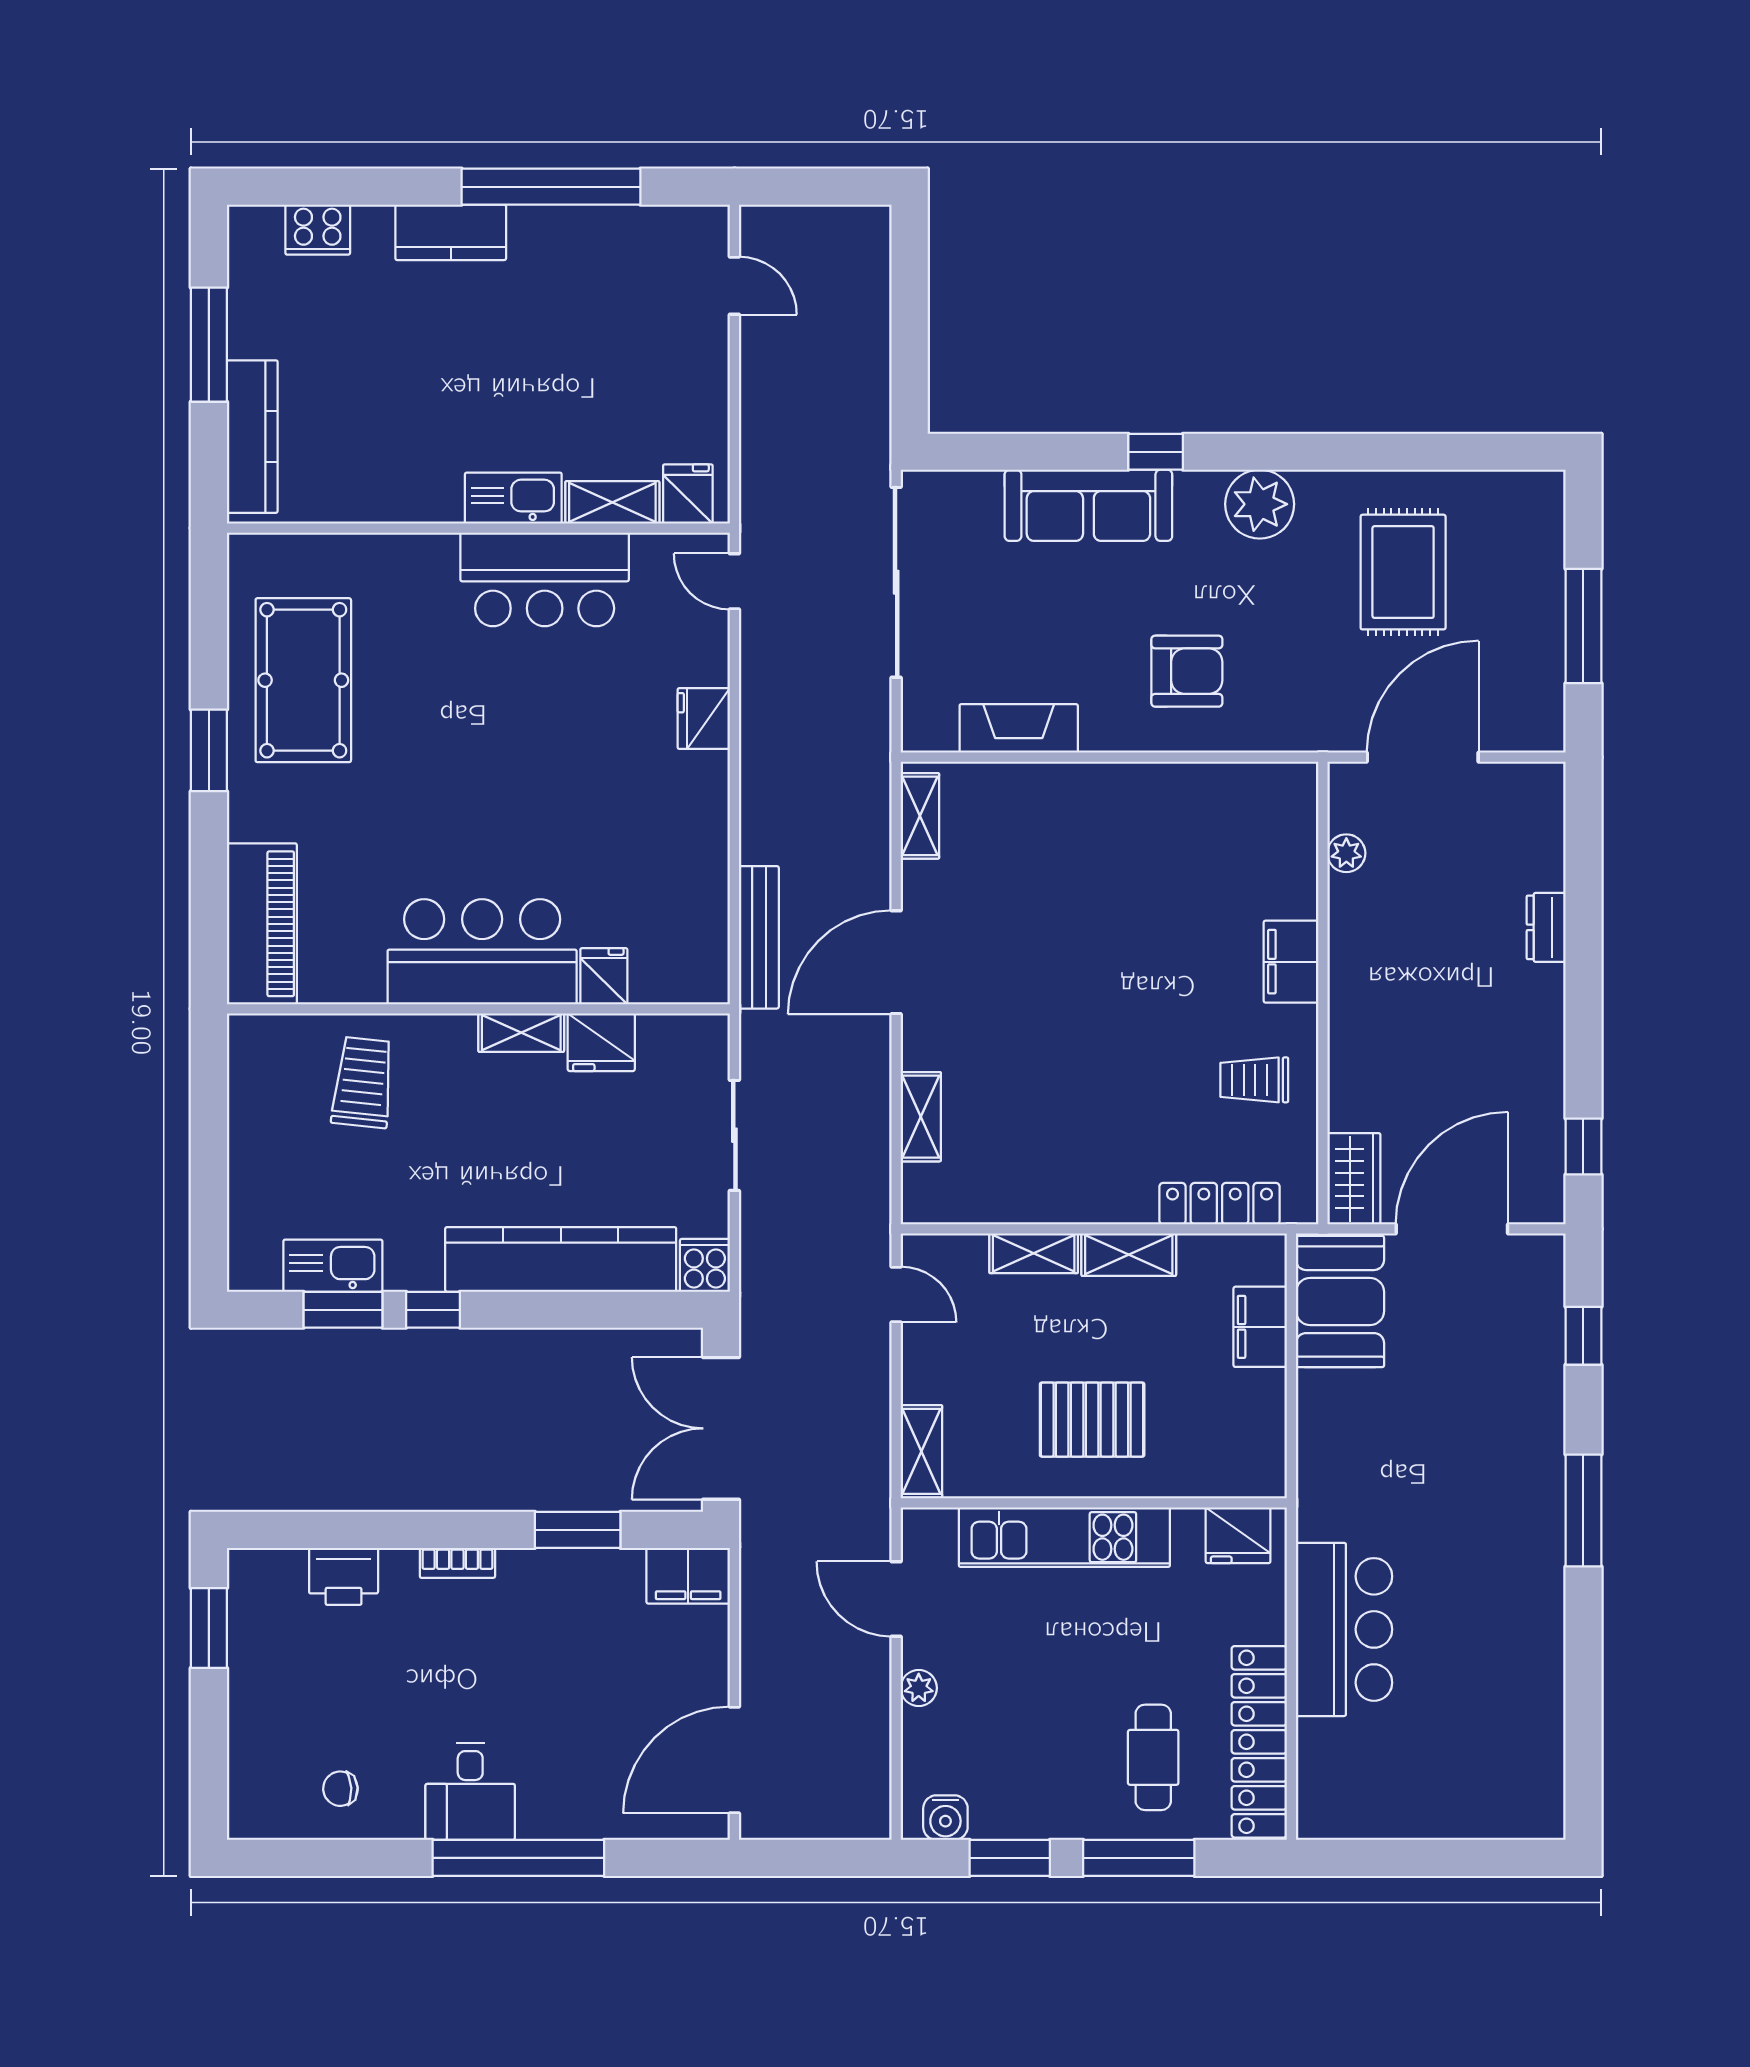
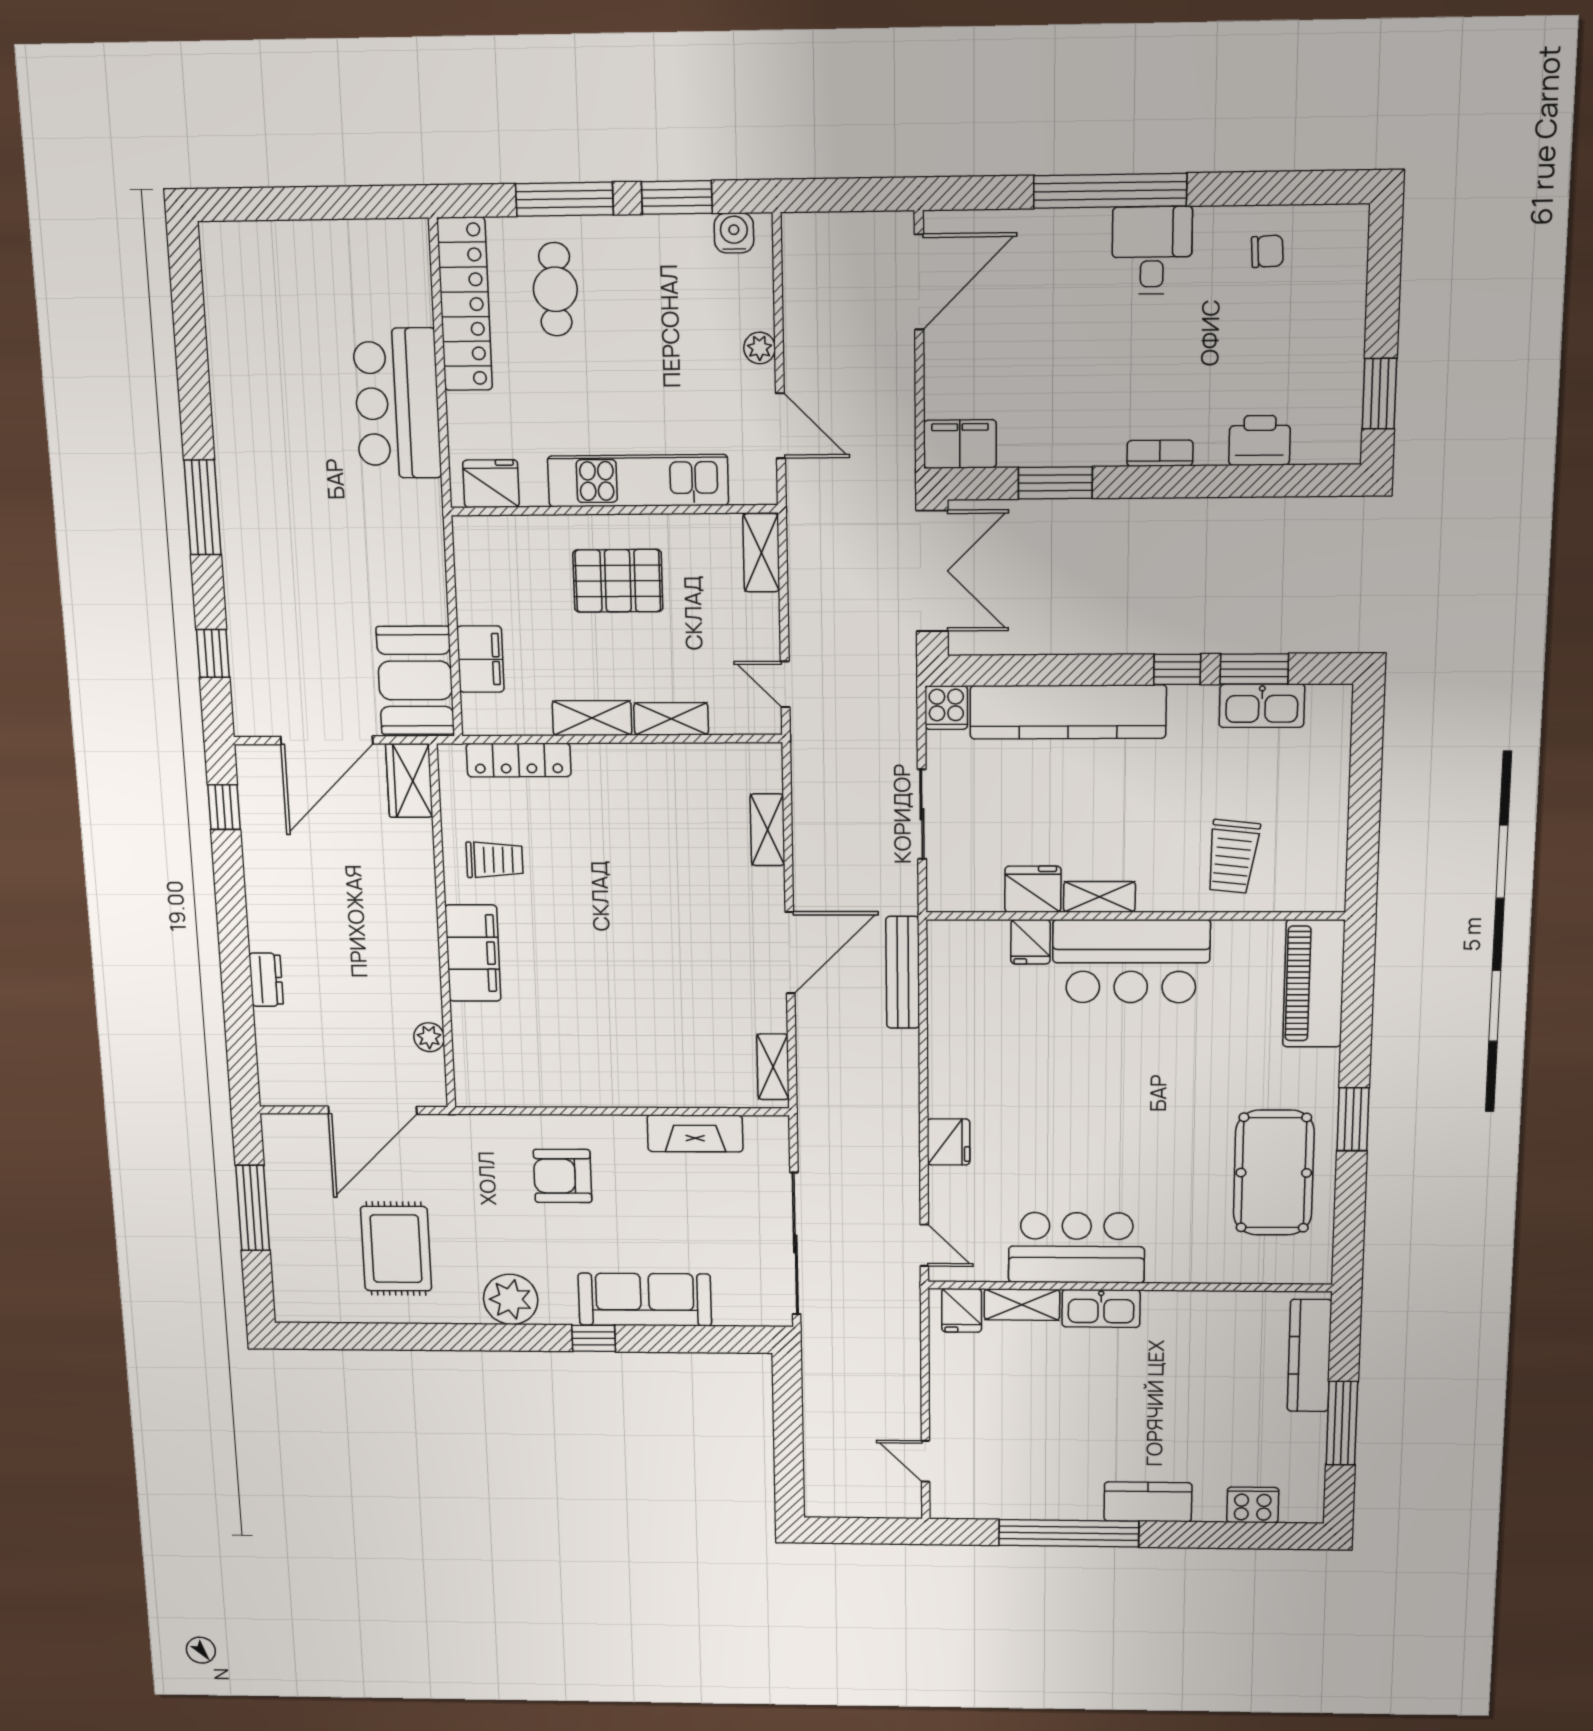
filing cabinet: (1291, 962) -> (473, 953), width x1.50, depth x1.17

